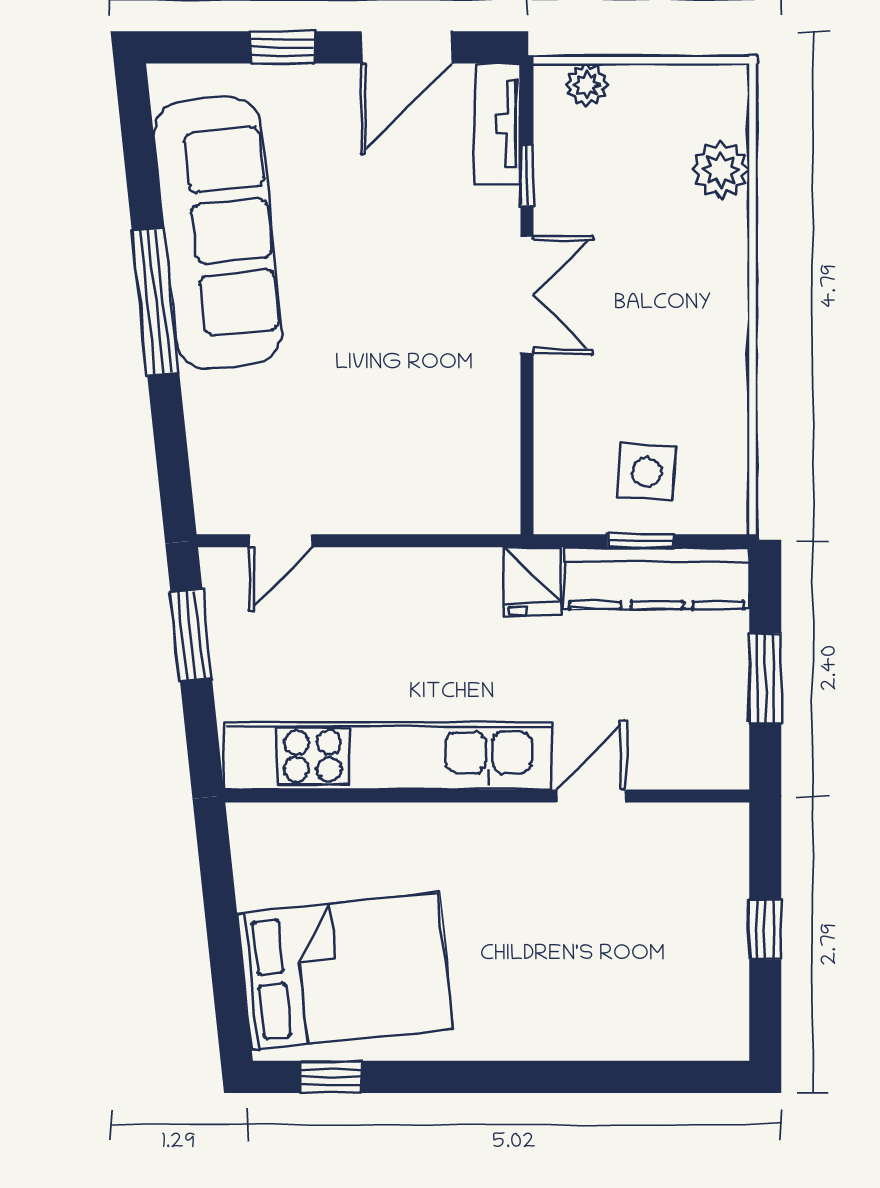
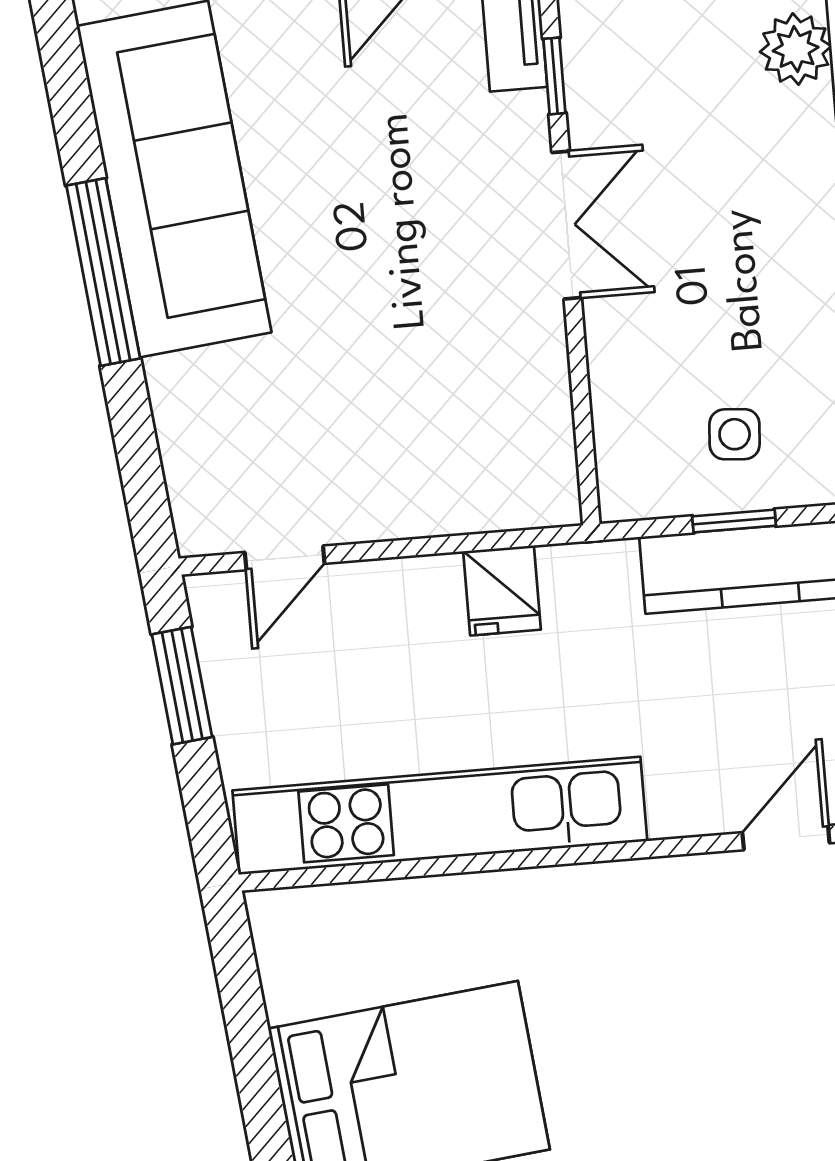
side table: (647, 472) -> (735, 434), width x0.73, depth x0.73
fridge: (532, 581) -> (502, 590), moved
door: (591, 796) -> (786, 838), moved

